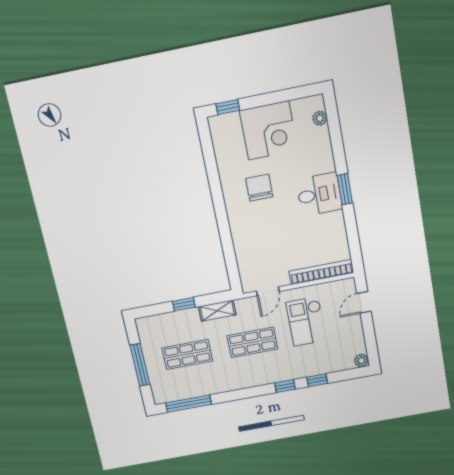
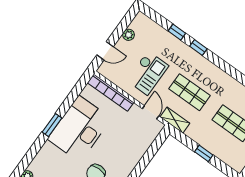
desk: (319, 194) -> (79, 129), width x1.87, depth x1.30
door: (268, 291) -> (151, 112), hinge flipped
shelving: (217, 311) -> (175, 120), moved
plant: (361, 361) -> (129, 35), moved

